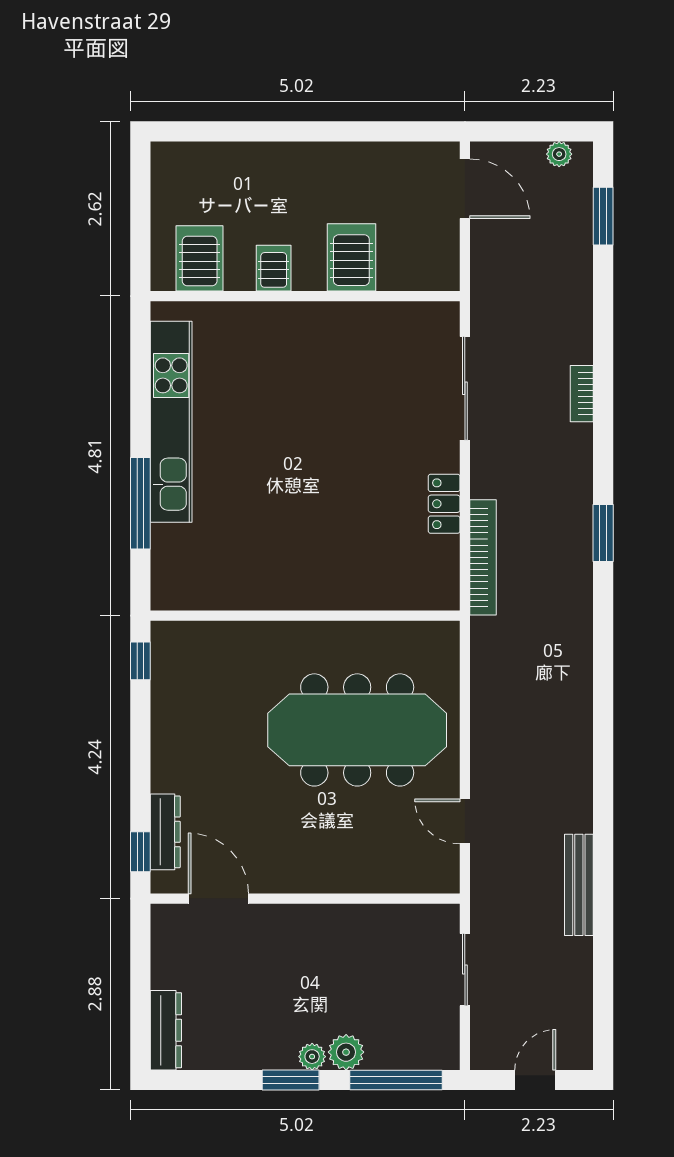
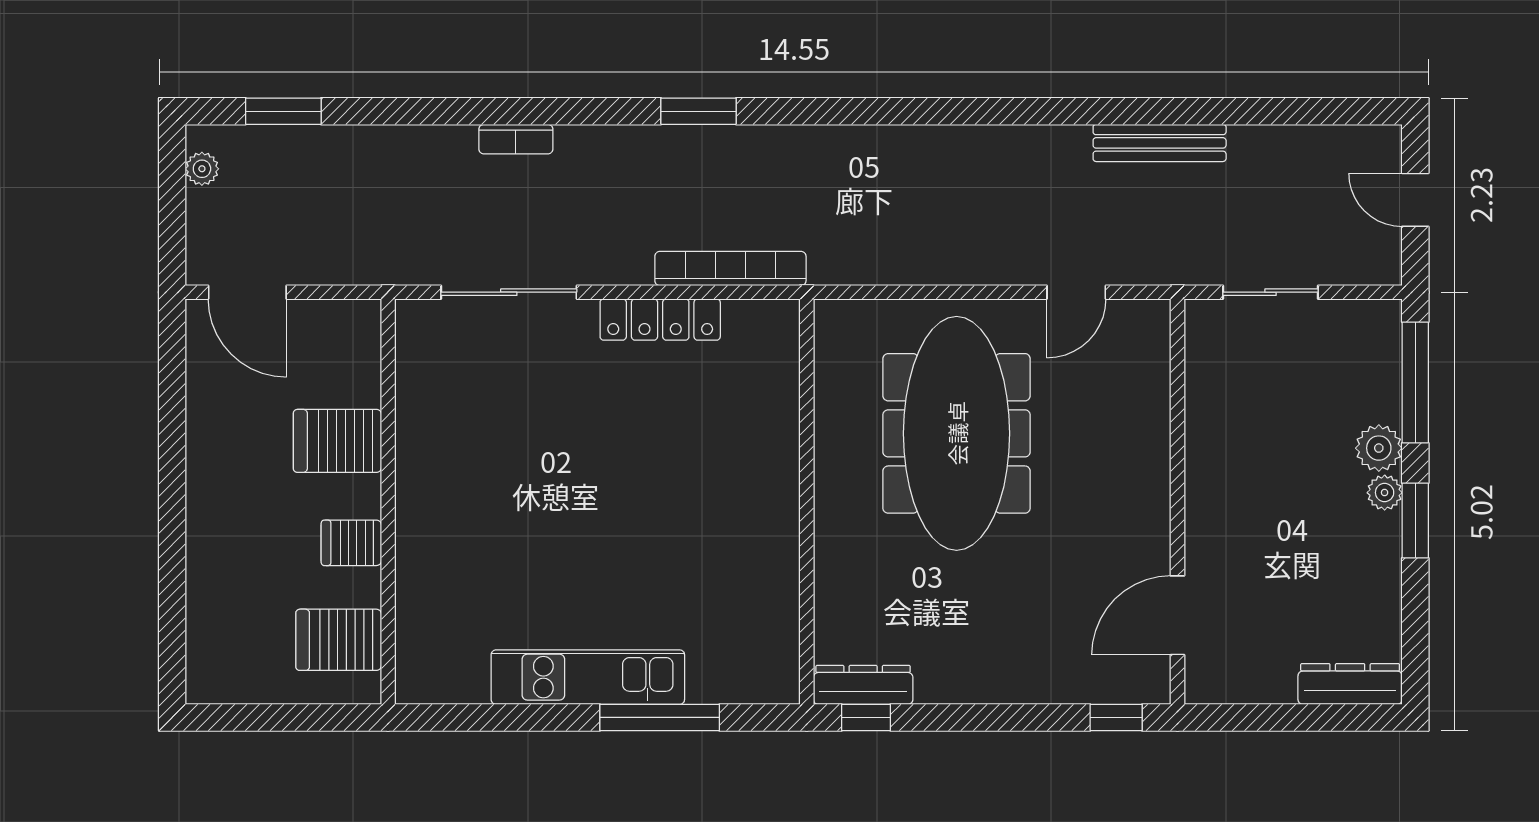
door: (465, 189) -> (247, 292), swing flipped
kitchen unit: (171, 422) -> (588, 677), width x0.73
locker: (444, 504) -> (660, 319), width x1.53
dresser: (165, 832) -> (863, 685), moved

